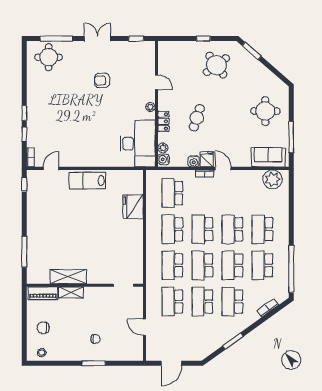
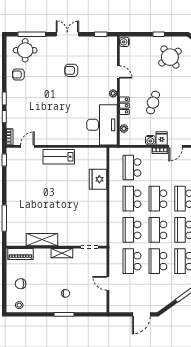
armchair: (41, 85) -> (18, 74), added
water cooler: (164, 159) -> (124, 42), moved
door: (223, 168) -> (176, 146), swing flipped
shelving: (71, 292) -> (62, 253), moved
door: (171, 363) -> (141, 314), moved

